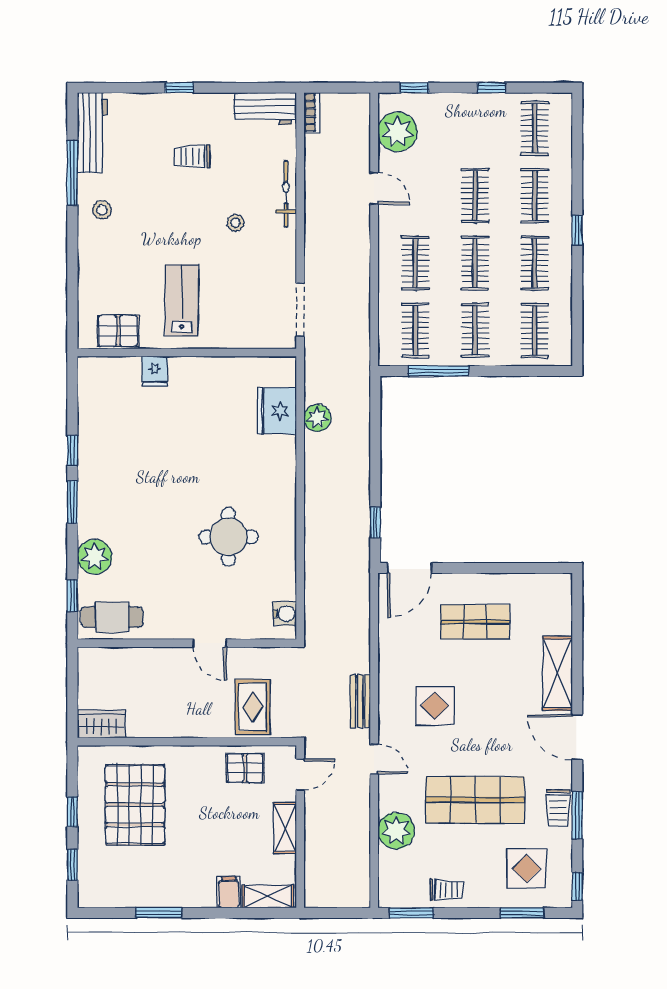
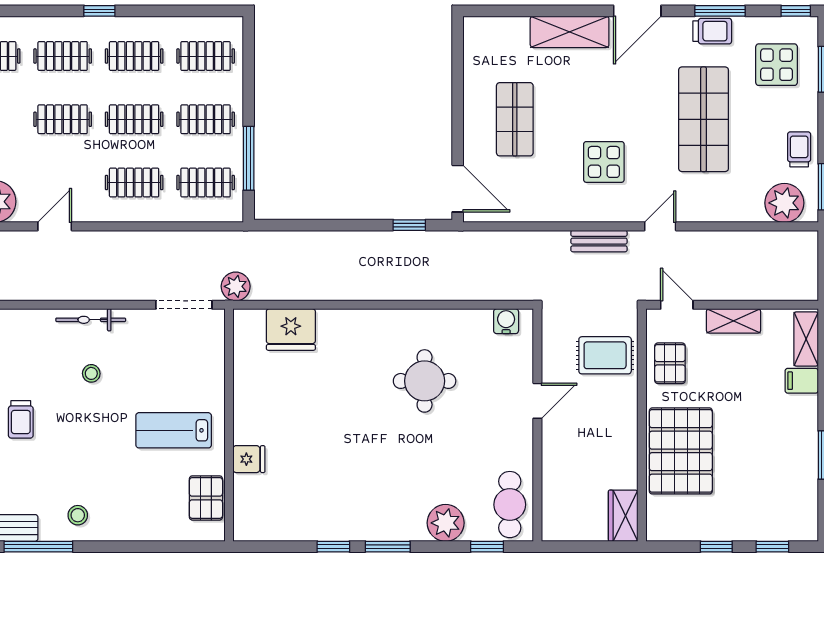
bicycle: (286, 194) -> (91, 320), moved
plant: (317, 418) -> (236, 286), moved
pallet: (135, 805) -> (681, 451), moved, turned 90
plant: (396, 831) -> (784, 203), moved

